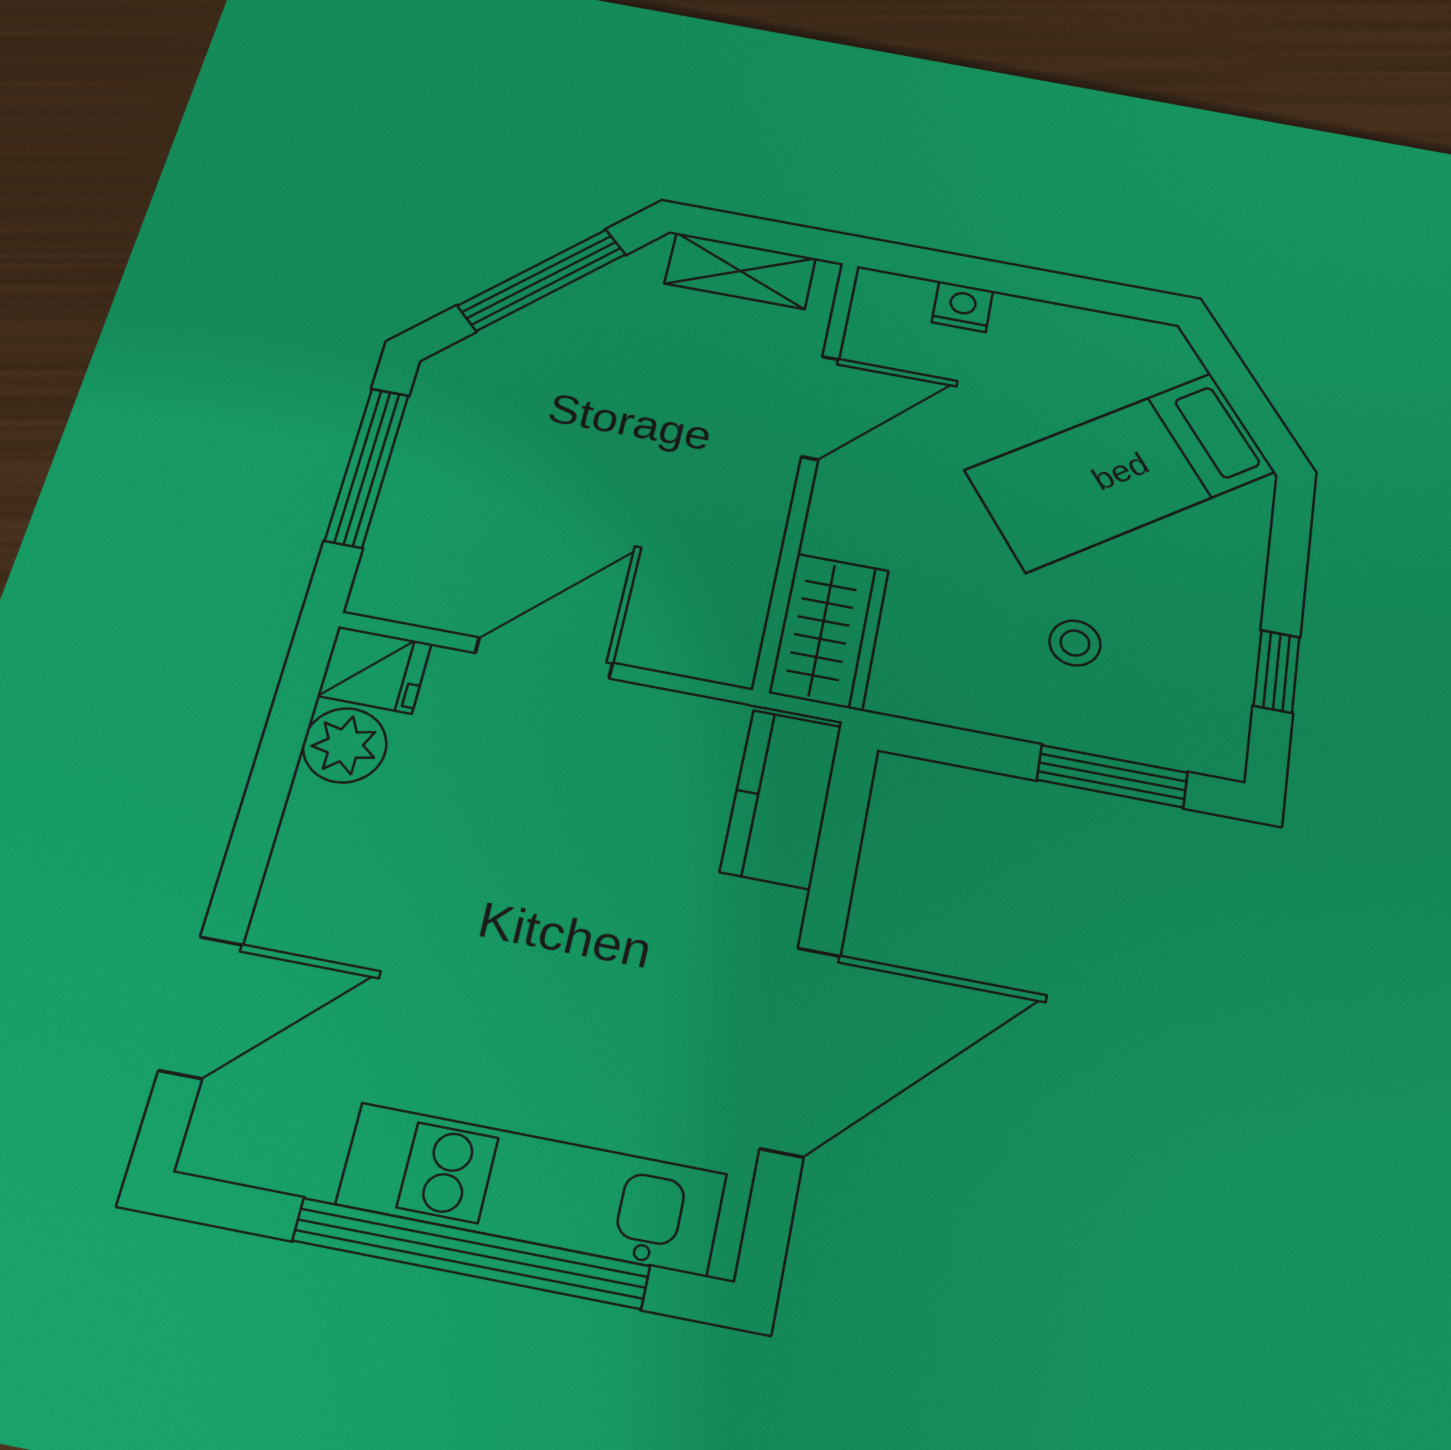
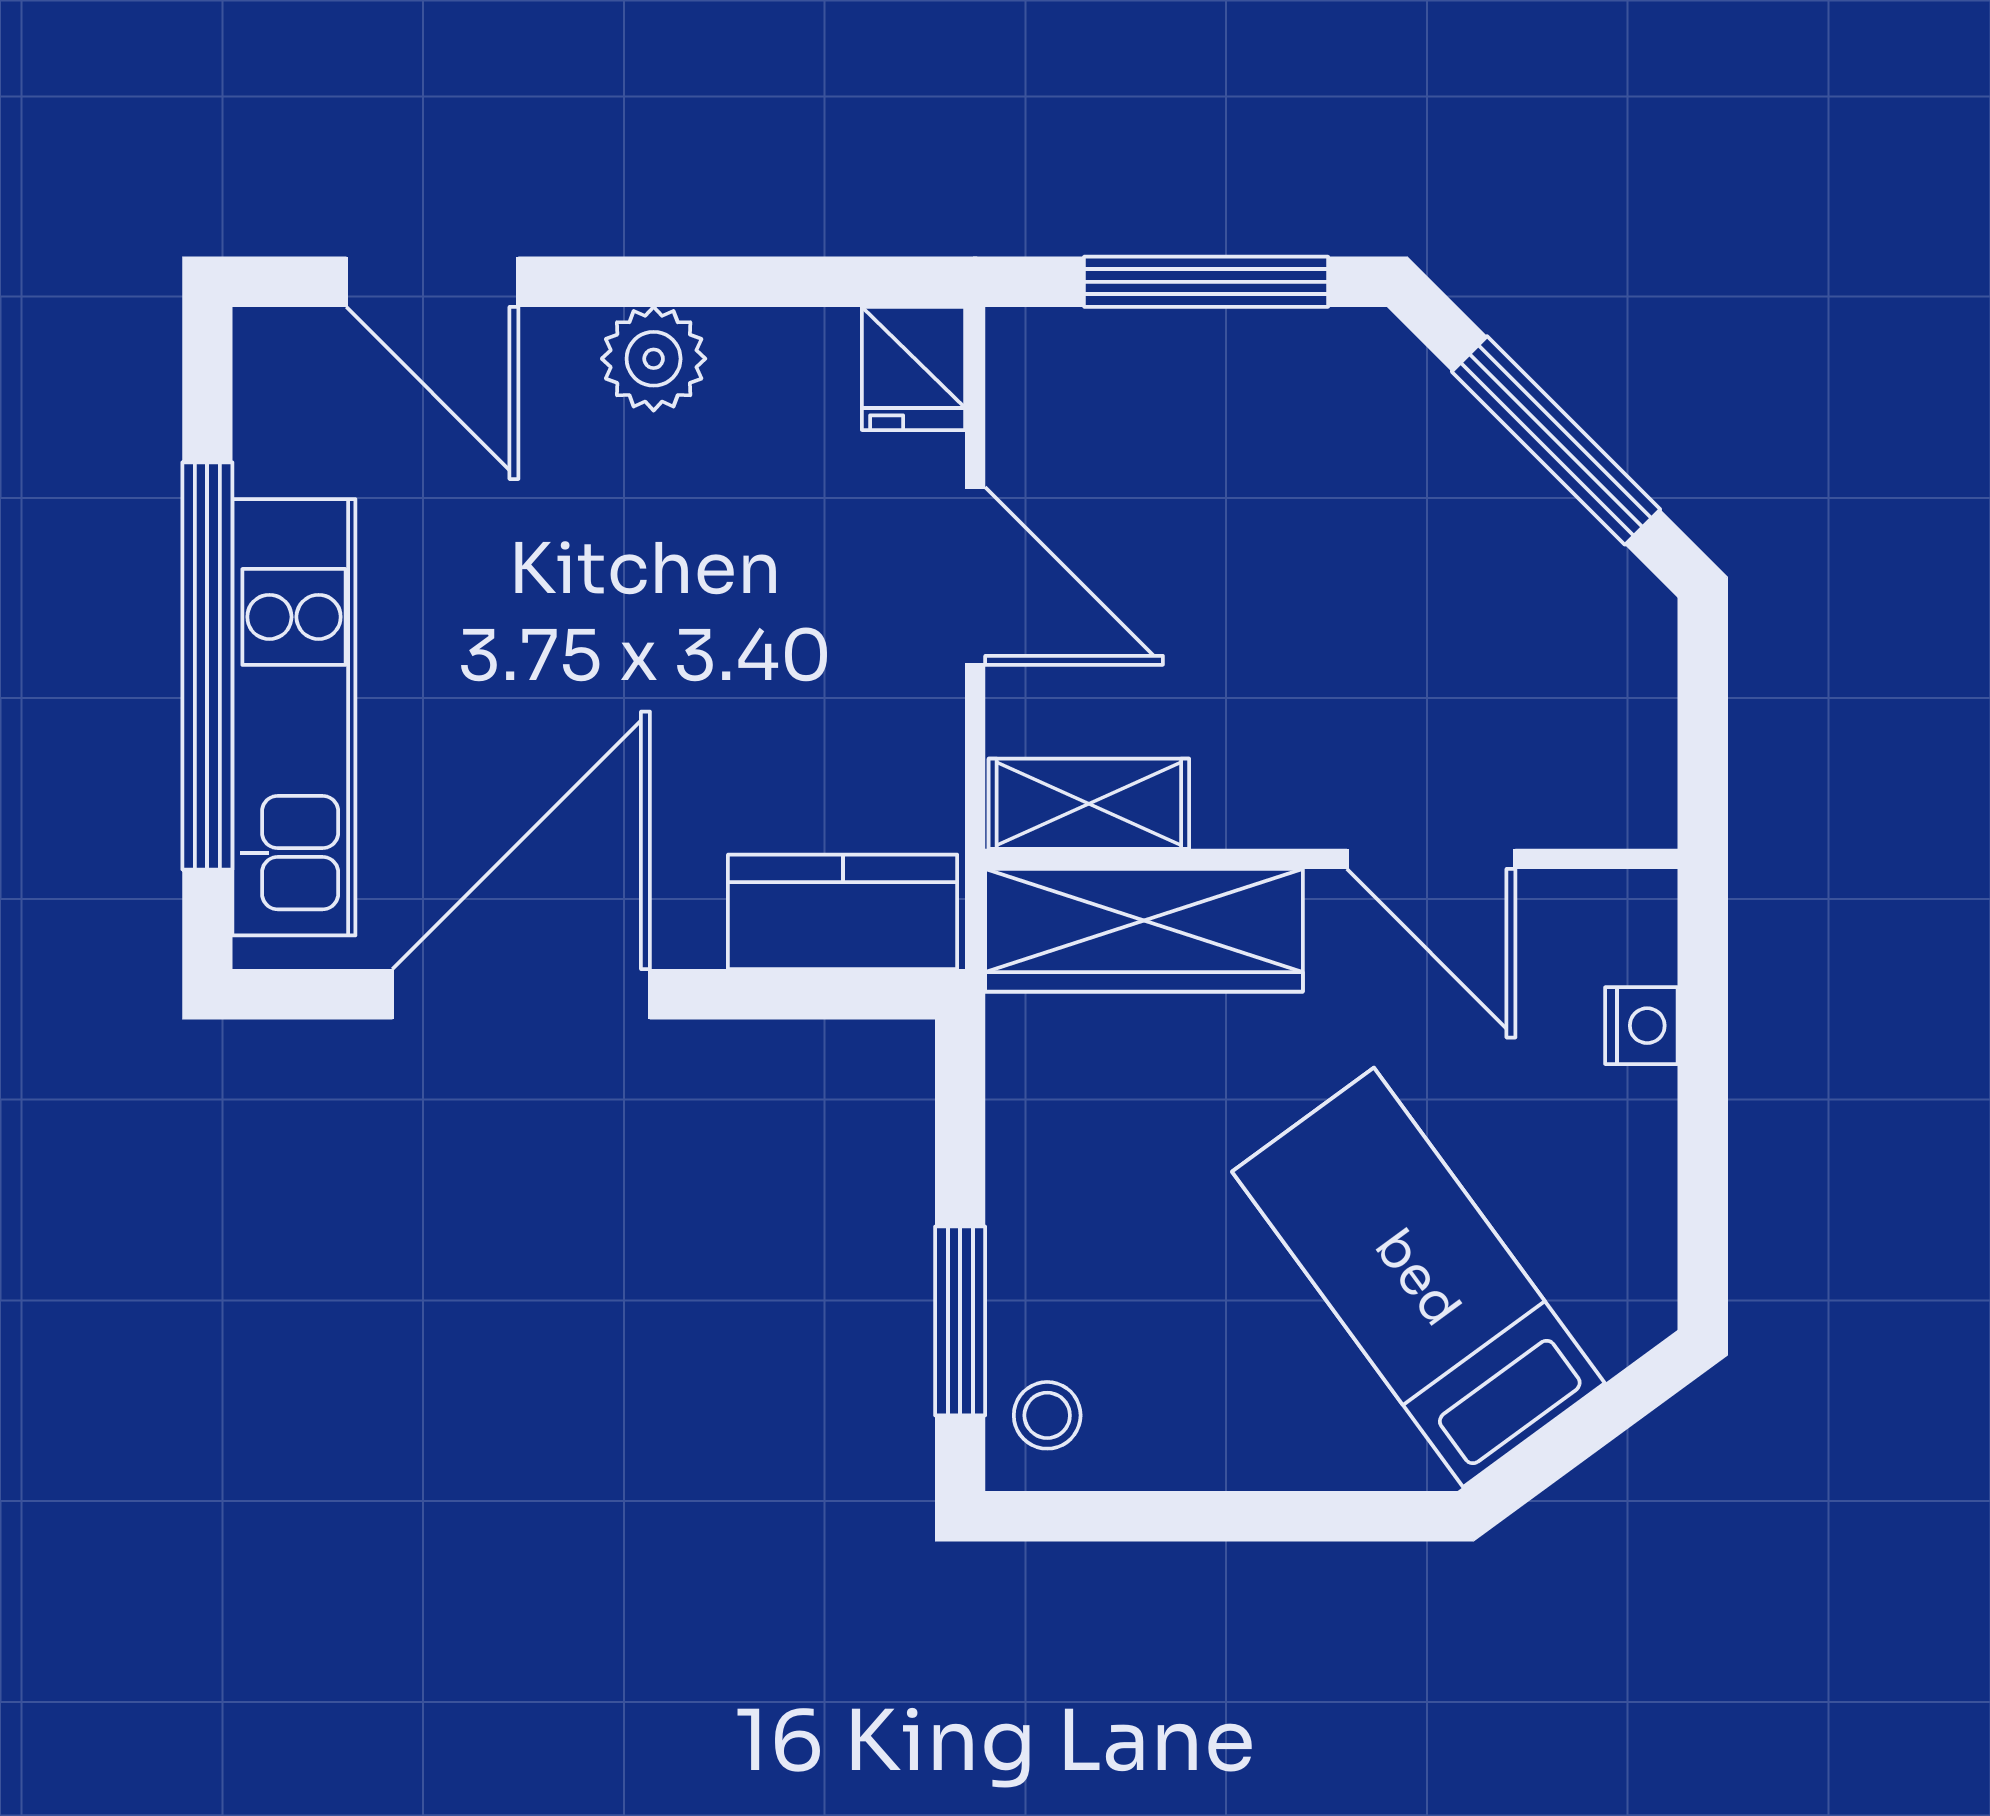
shelving: (740, 271) -> (1089, 804), moved, turned 90
wardrobe: (829, 631) -> (1144, 930), width x1.50
stool: (1075, 643) -> (1047, 1415), moved
window: (1277, 671) -> (1156, 1516), removed
plant: (345, 745) -> (654, 359), moved
door: (801, 1051) -> (521, 994), swing flipped

